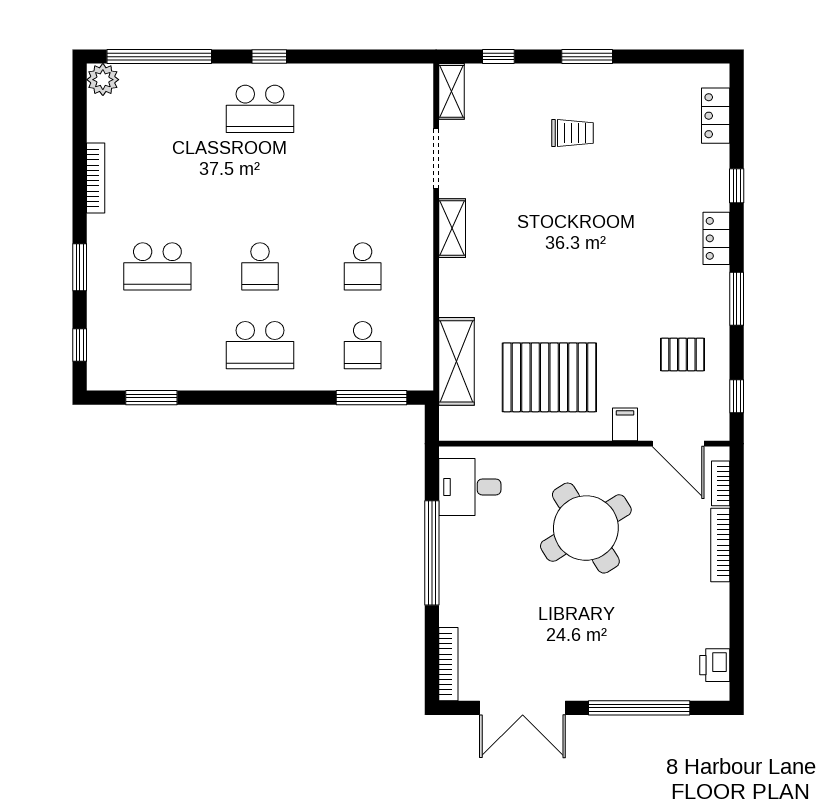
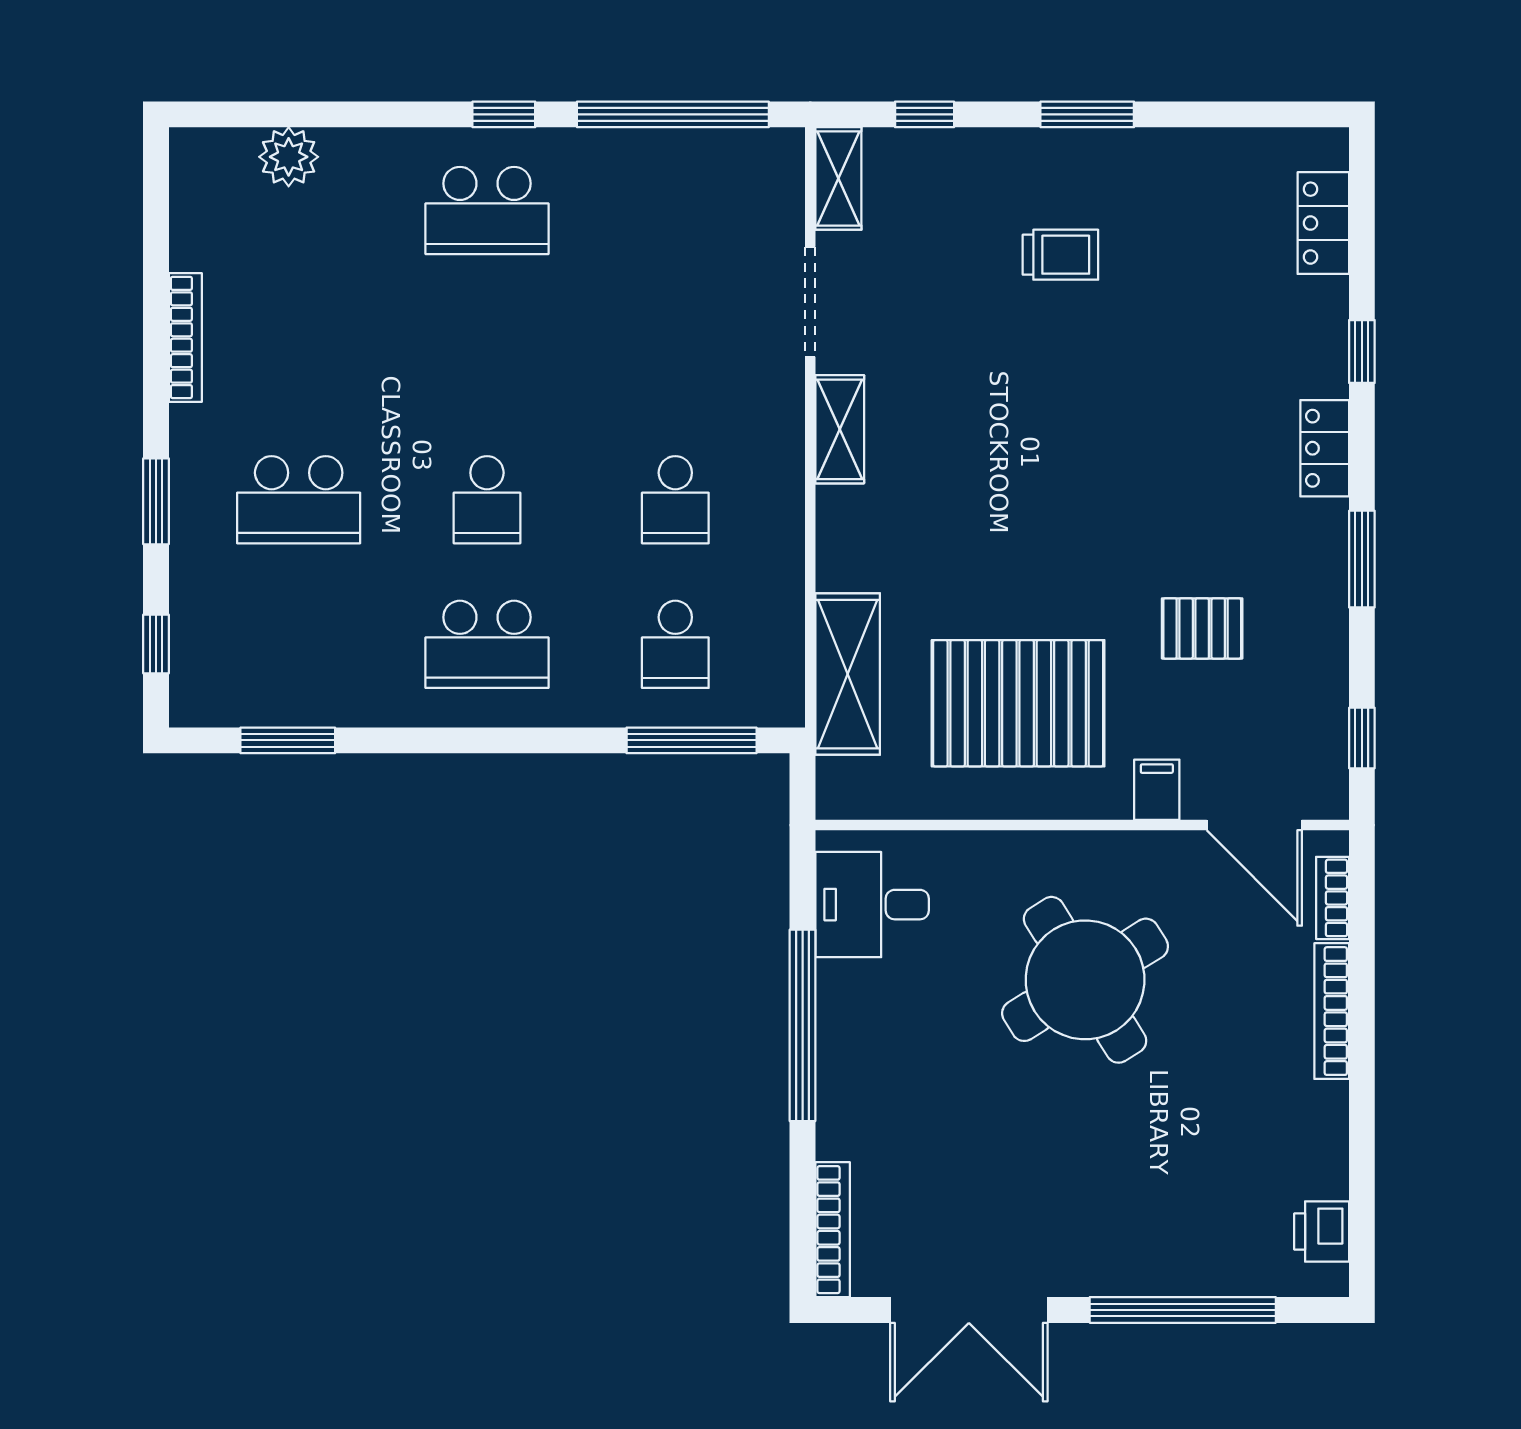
window: (159, 57) -> (673, 114), moved
plant: (103, 80) -> (289, 157), moved
pallet: (683, 354) -> (1202, 628), moved

